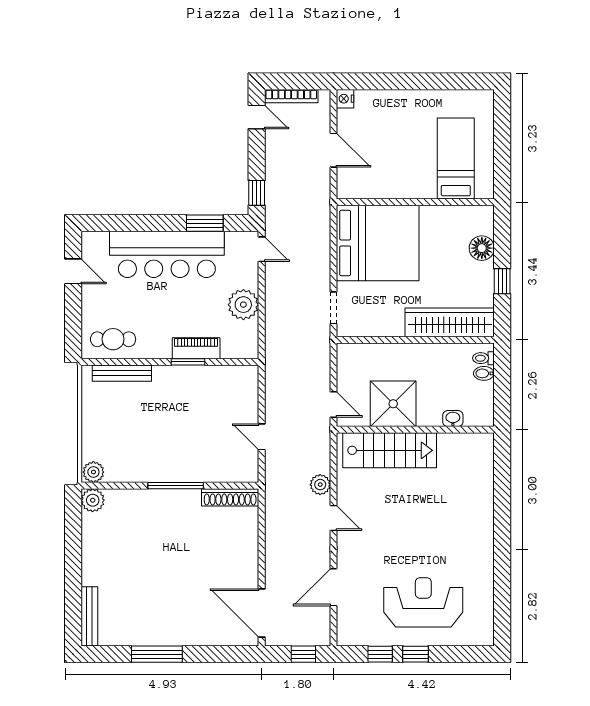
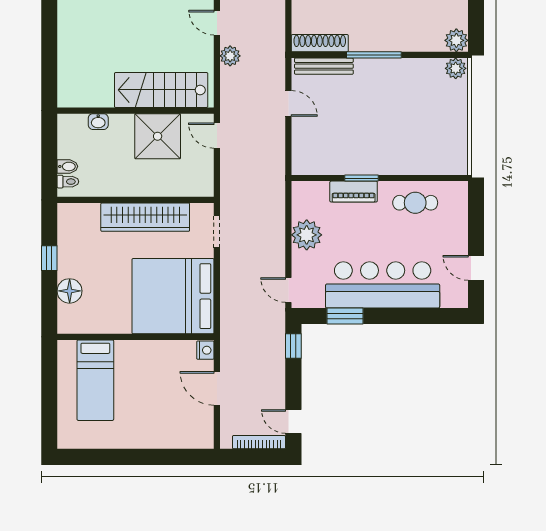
nightstand: (345, 99) -> (205, 350), moved
wardrobe: (450, 322) -> (145, 217), moved
cafe table: (113, 339) -> (415, 203), moved
bench: (122, 373) -> (324, 66), moved

